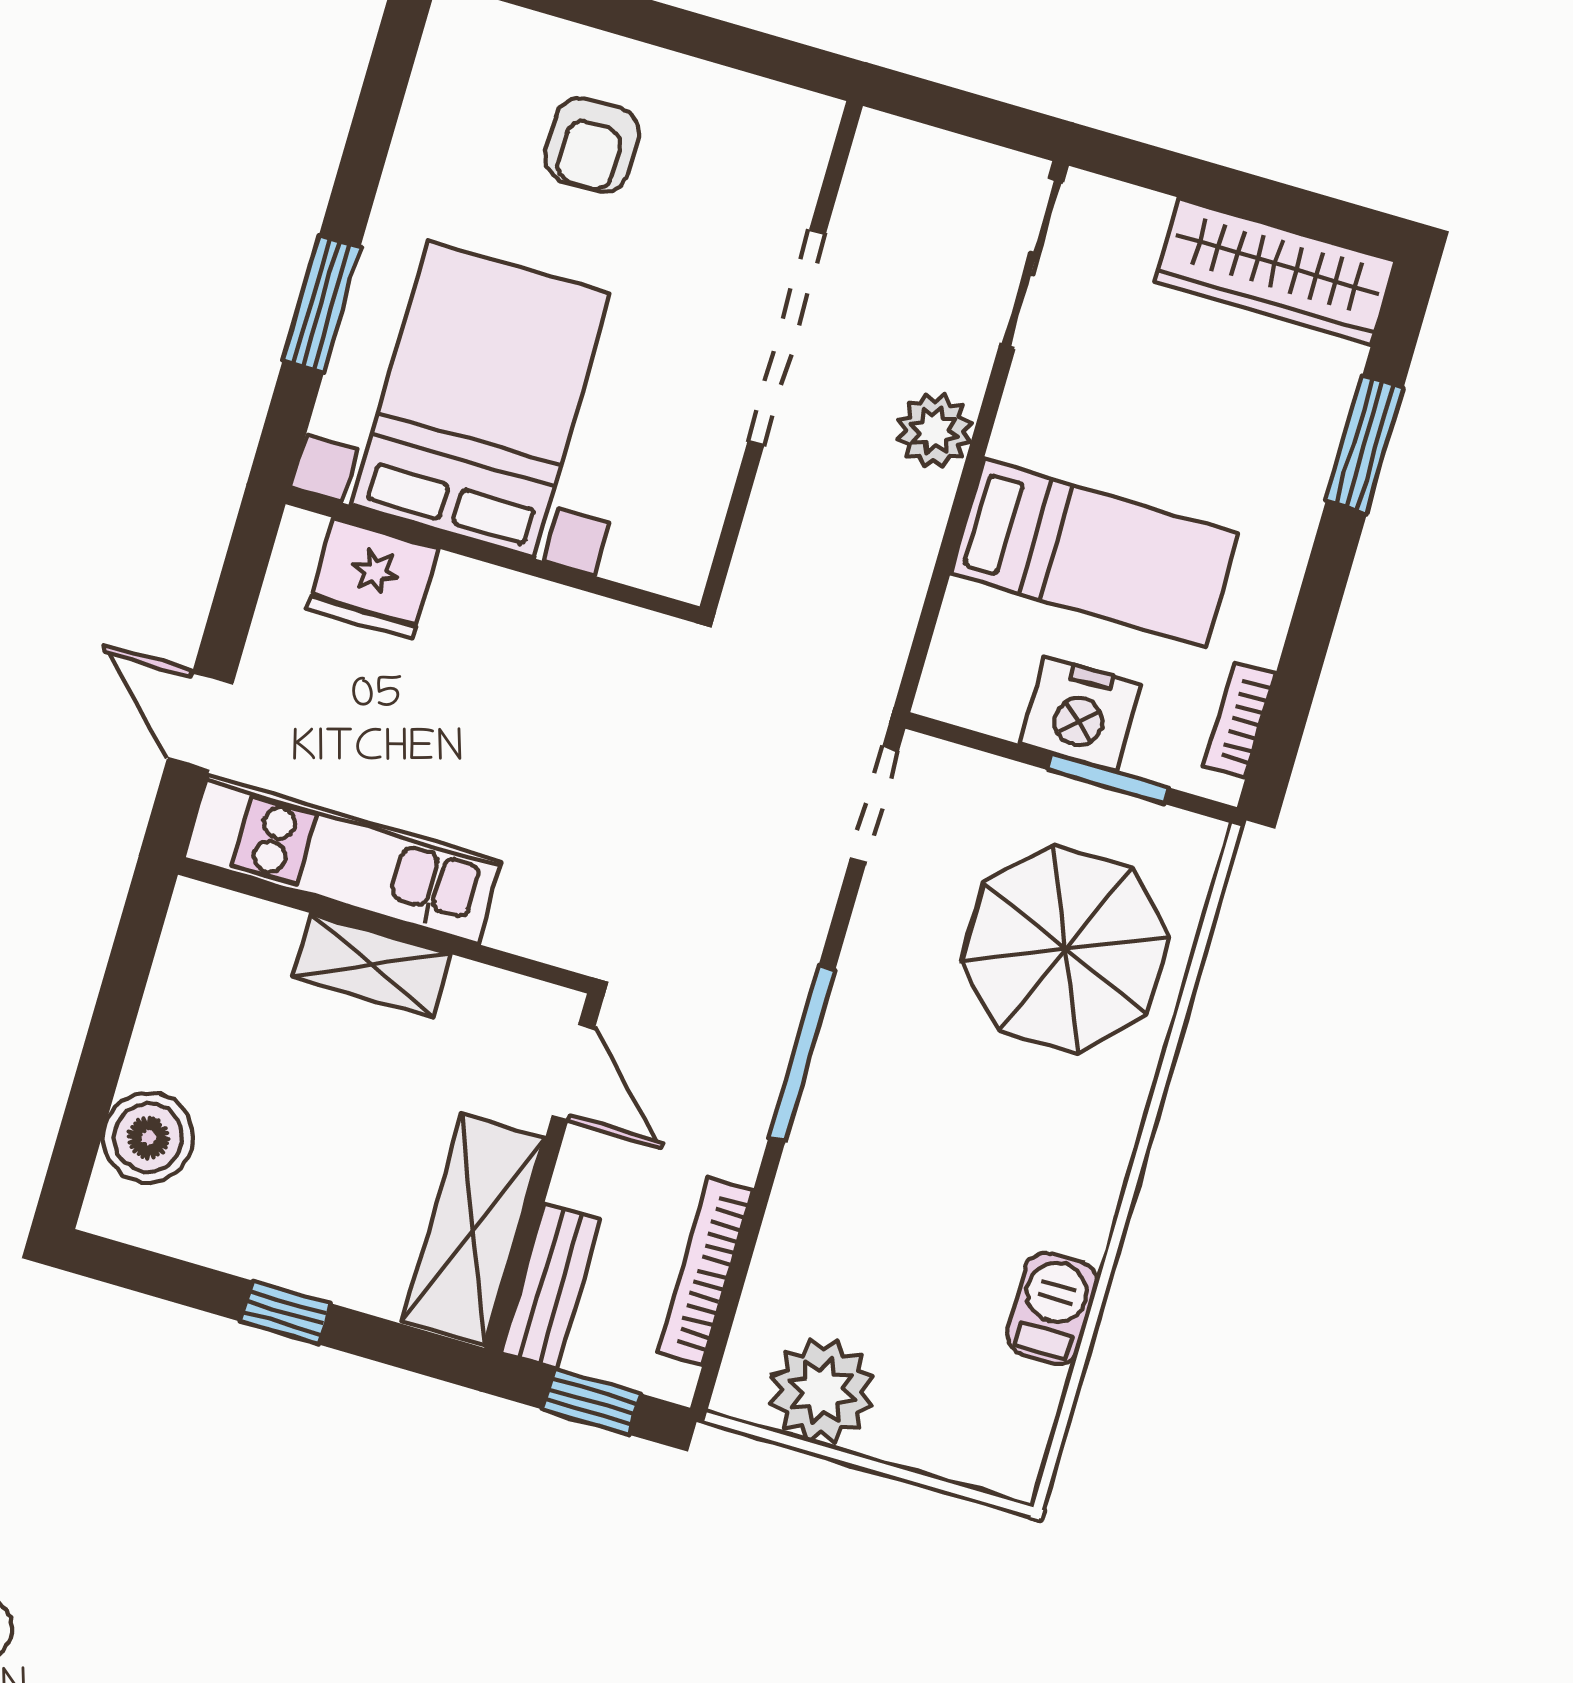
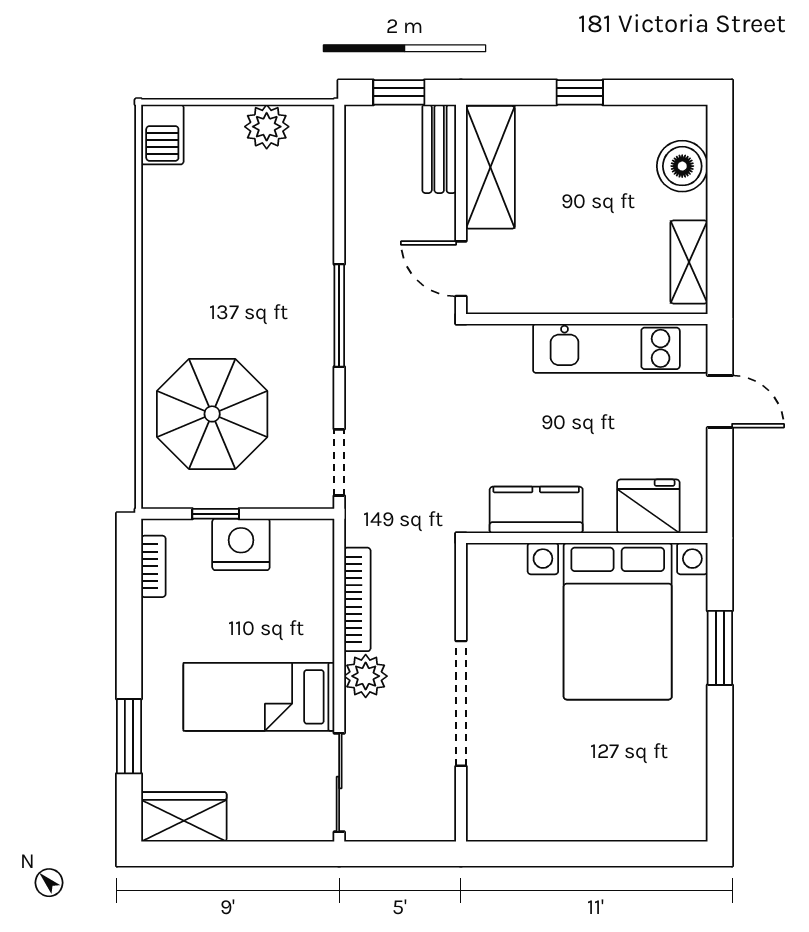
armchair: (592, 145) -> (598, 777), removed
wardrobe: (1275, 271) -> (184, 817), width x0.67
bed: (1095, 554) -> (259, 697), moved
kitchen counter: (564, 628) -> (536, 510), added
window: (1108, 779) -> (216, 514), width x0.67
shelving: (371, 965) -> (689, 262), moved, turned 90
bookcase: (705, 1271) -> (357, 599), moved
barbecue: (1052, 1308) -> (162, 135), moved
plant: (822, 1391) -> (267, 127), width x0.73, depth x0.73

